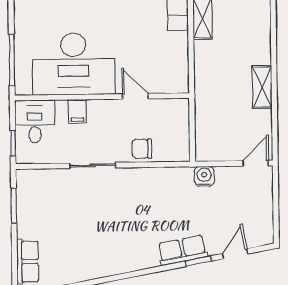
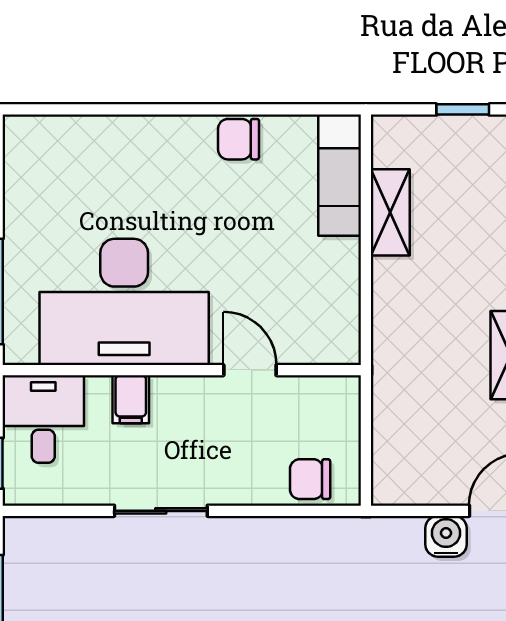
chair: (142, 149) -> (310, 479), moved
water cooler: (204, 176) -> (446, 536), moved

